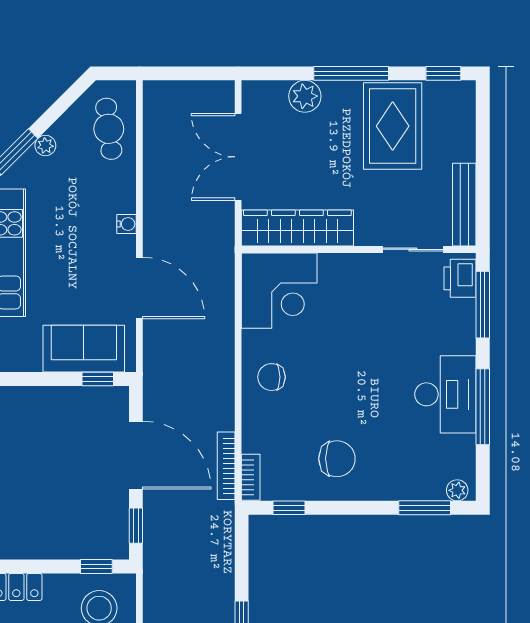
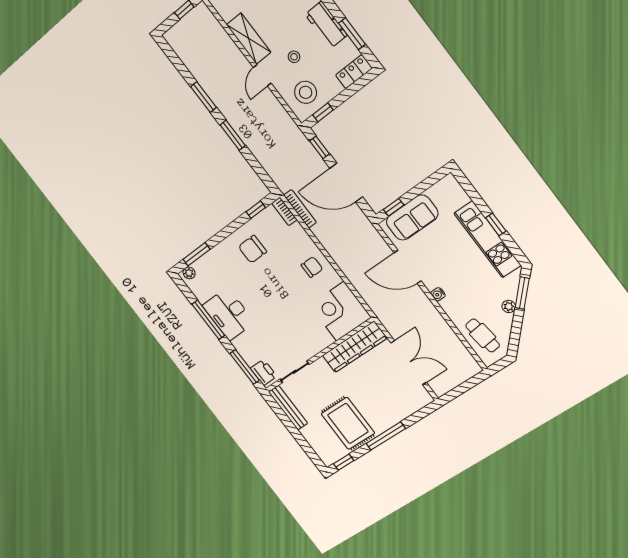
plant: (305, 96) -> (399, 412), removed

